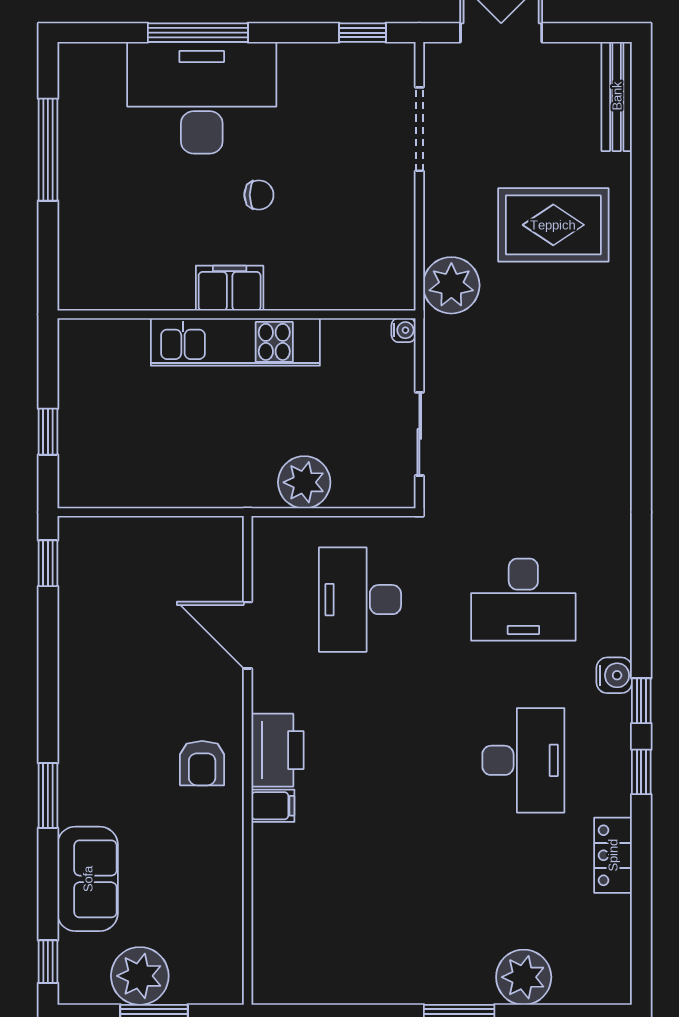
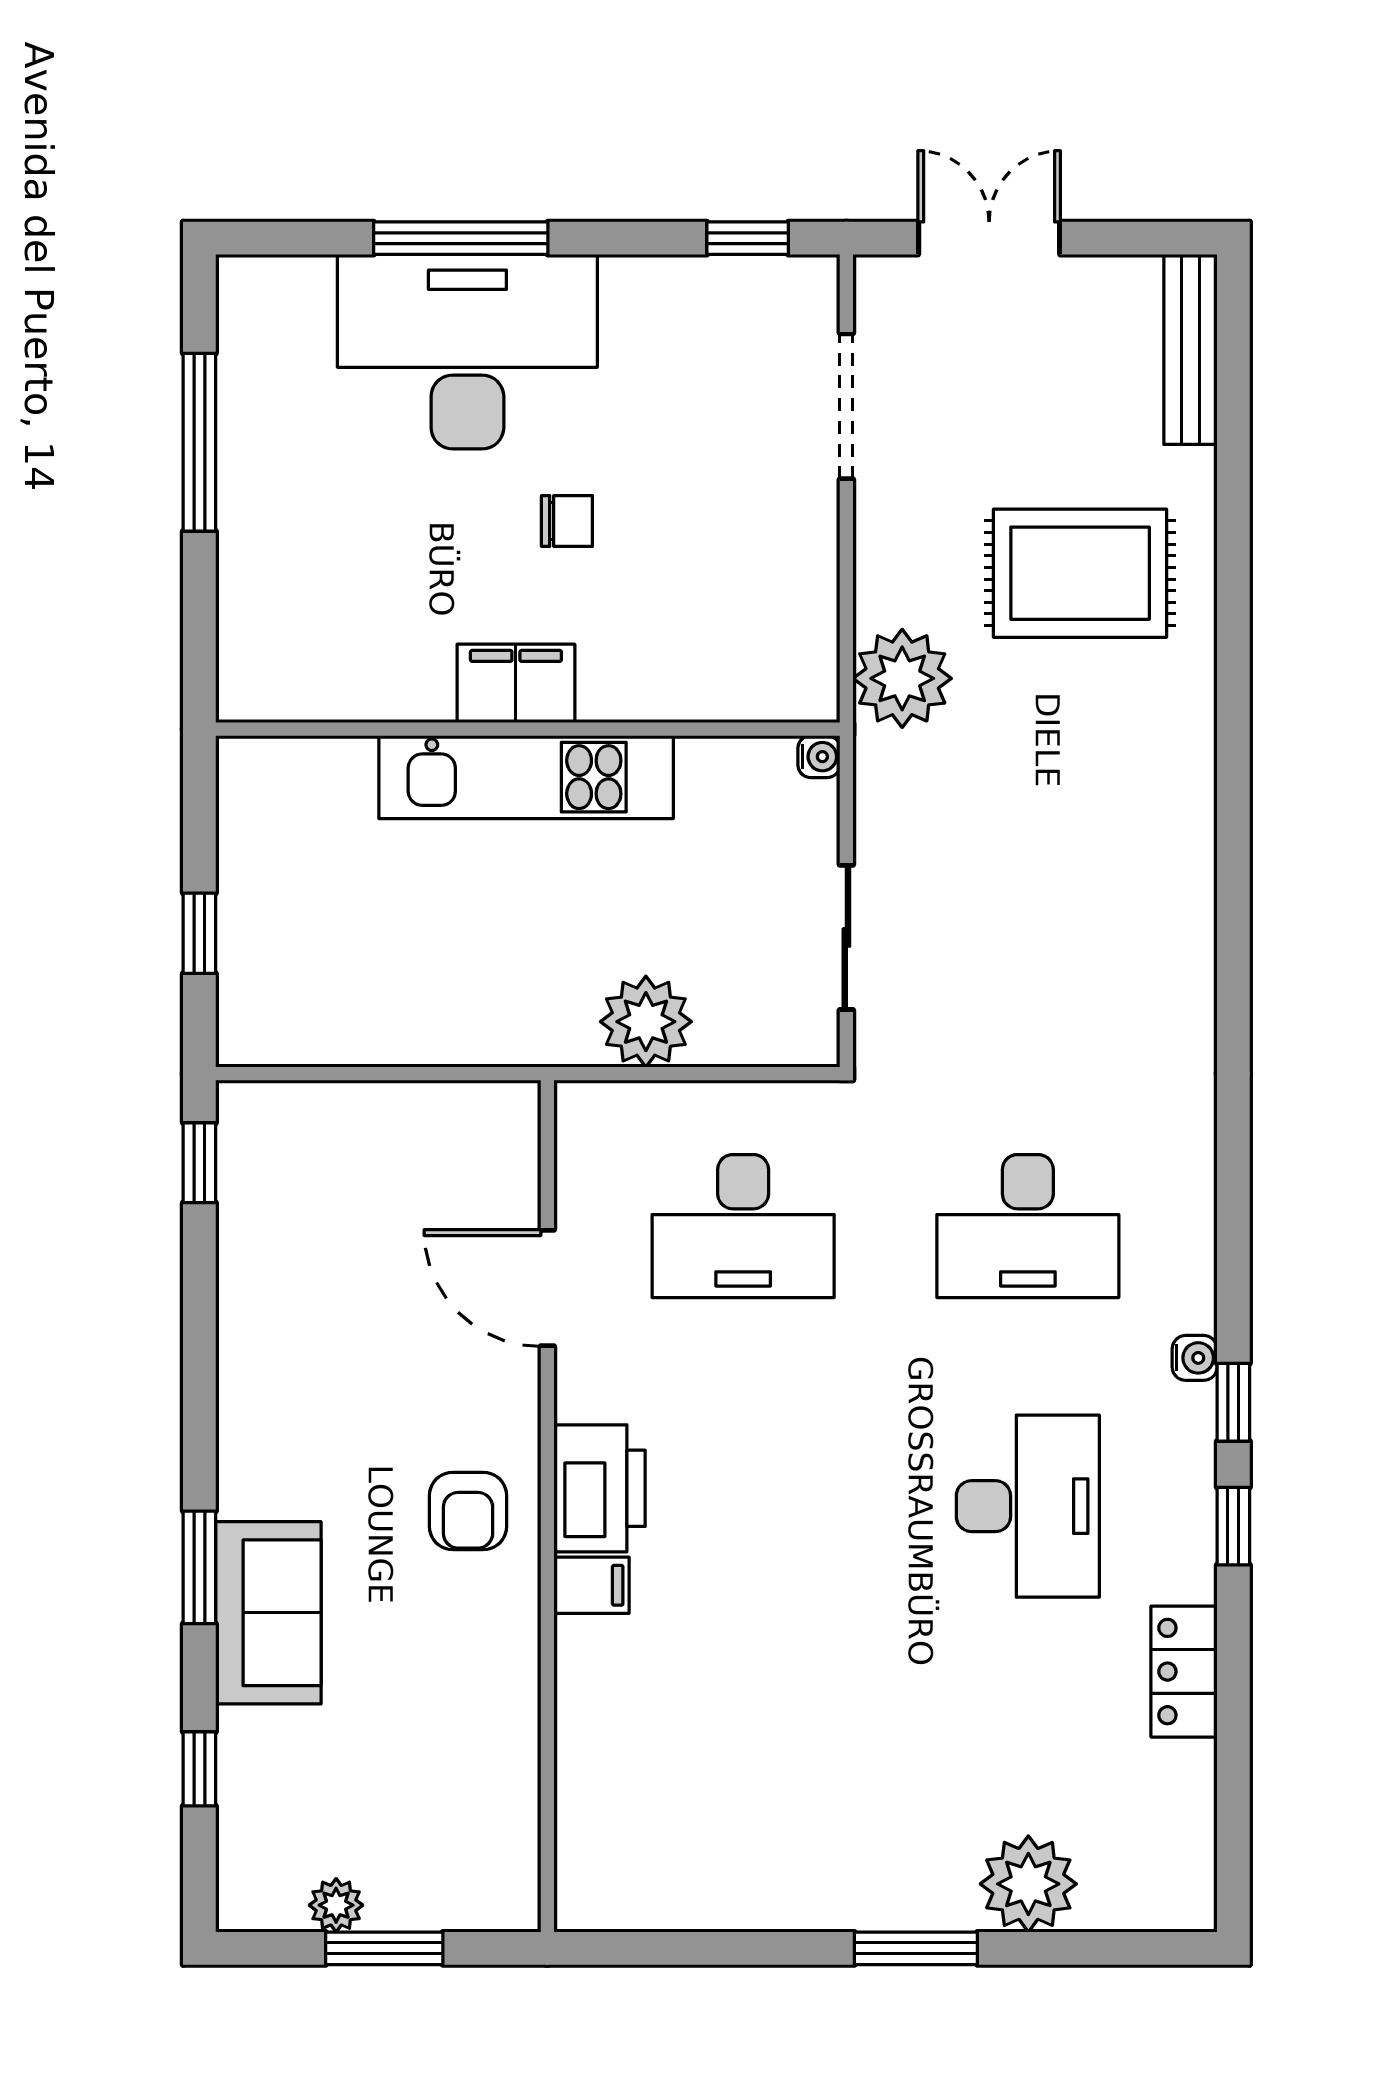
desk: (360, 600) -> (743, 1226), turned -90
water cooler: (614, 675) -> (1195, 1358), width x0.72, depth x0.72
sofa: (88, 879) -> (268, 1613), moved
window: (48, 962) -> (199, 1769), moved
plant: (140, 976) -> (336, 1905), width x0.53, depth x0.53

